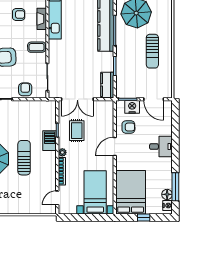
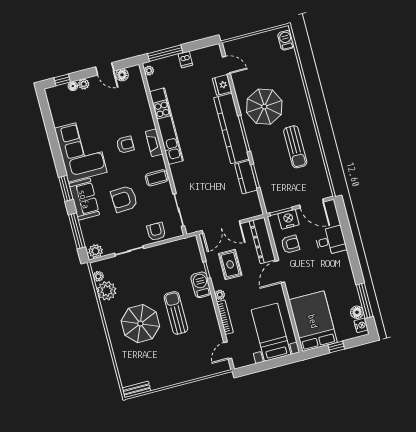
kitchen counter: (107, 85) -> (246, 177), moved
dresser: (107, 118) -> (262, 241), added
desk: (161, 147) -> (331, 241), moved

